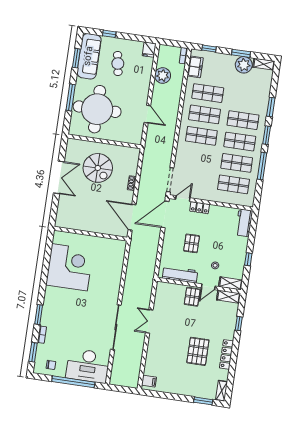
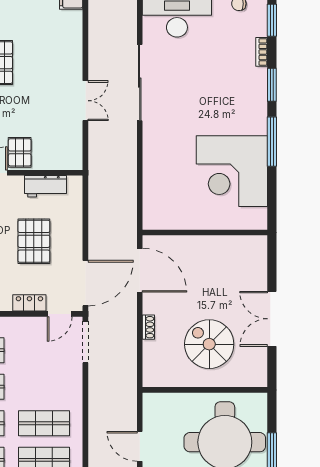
pallet: (192, 243) -> (34, 241), width x1.50, depth x1.42
workbench: (180, 275) -> (46, 186), width x0.73
window: (44, 281) -> (272, 142), added

